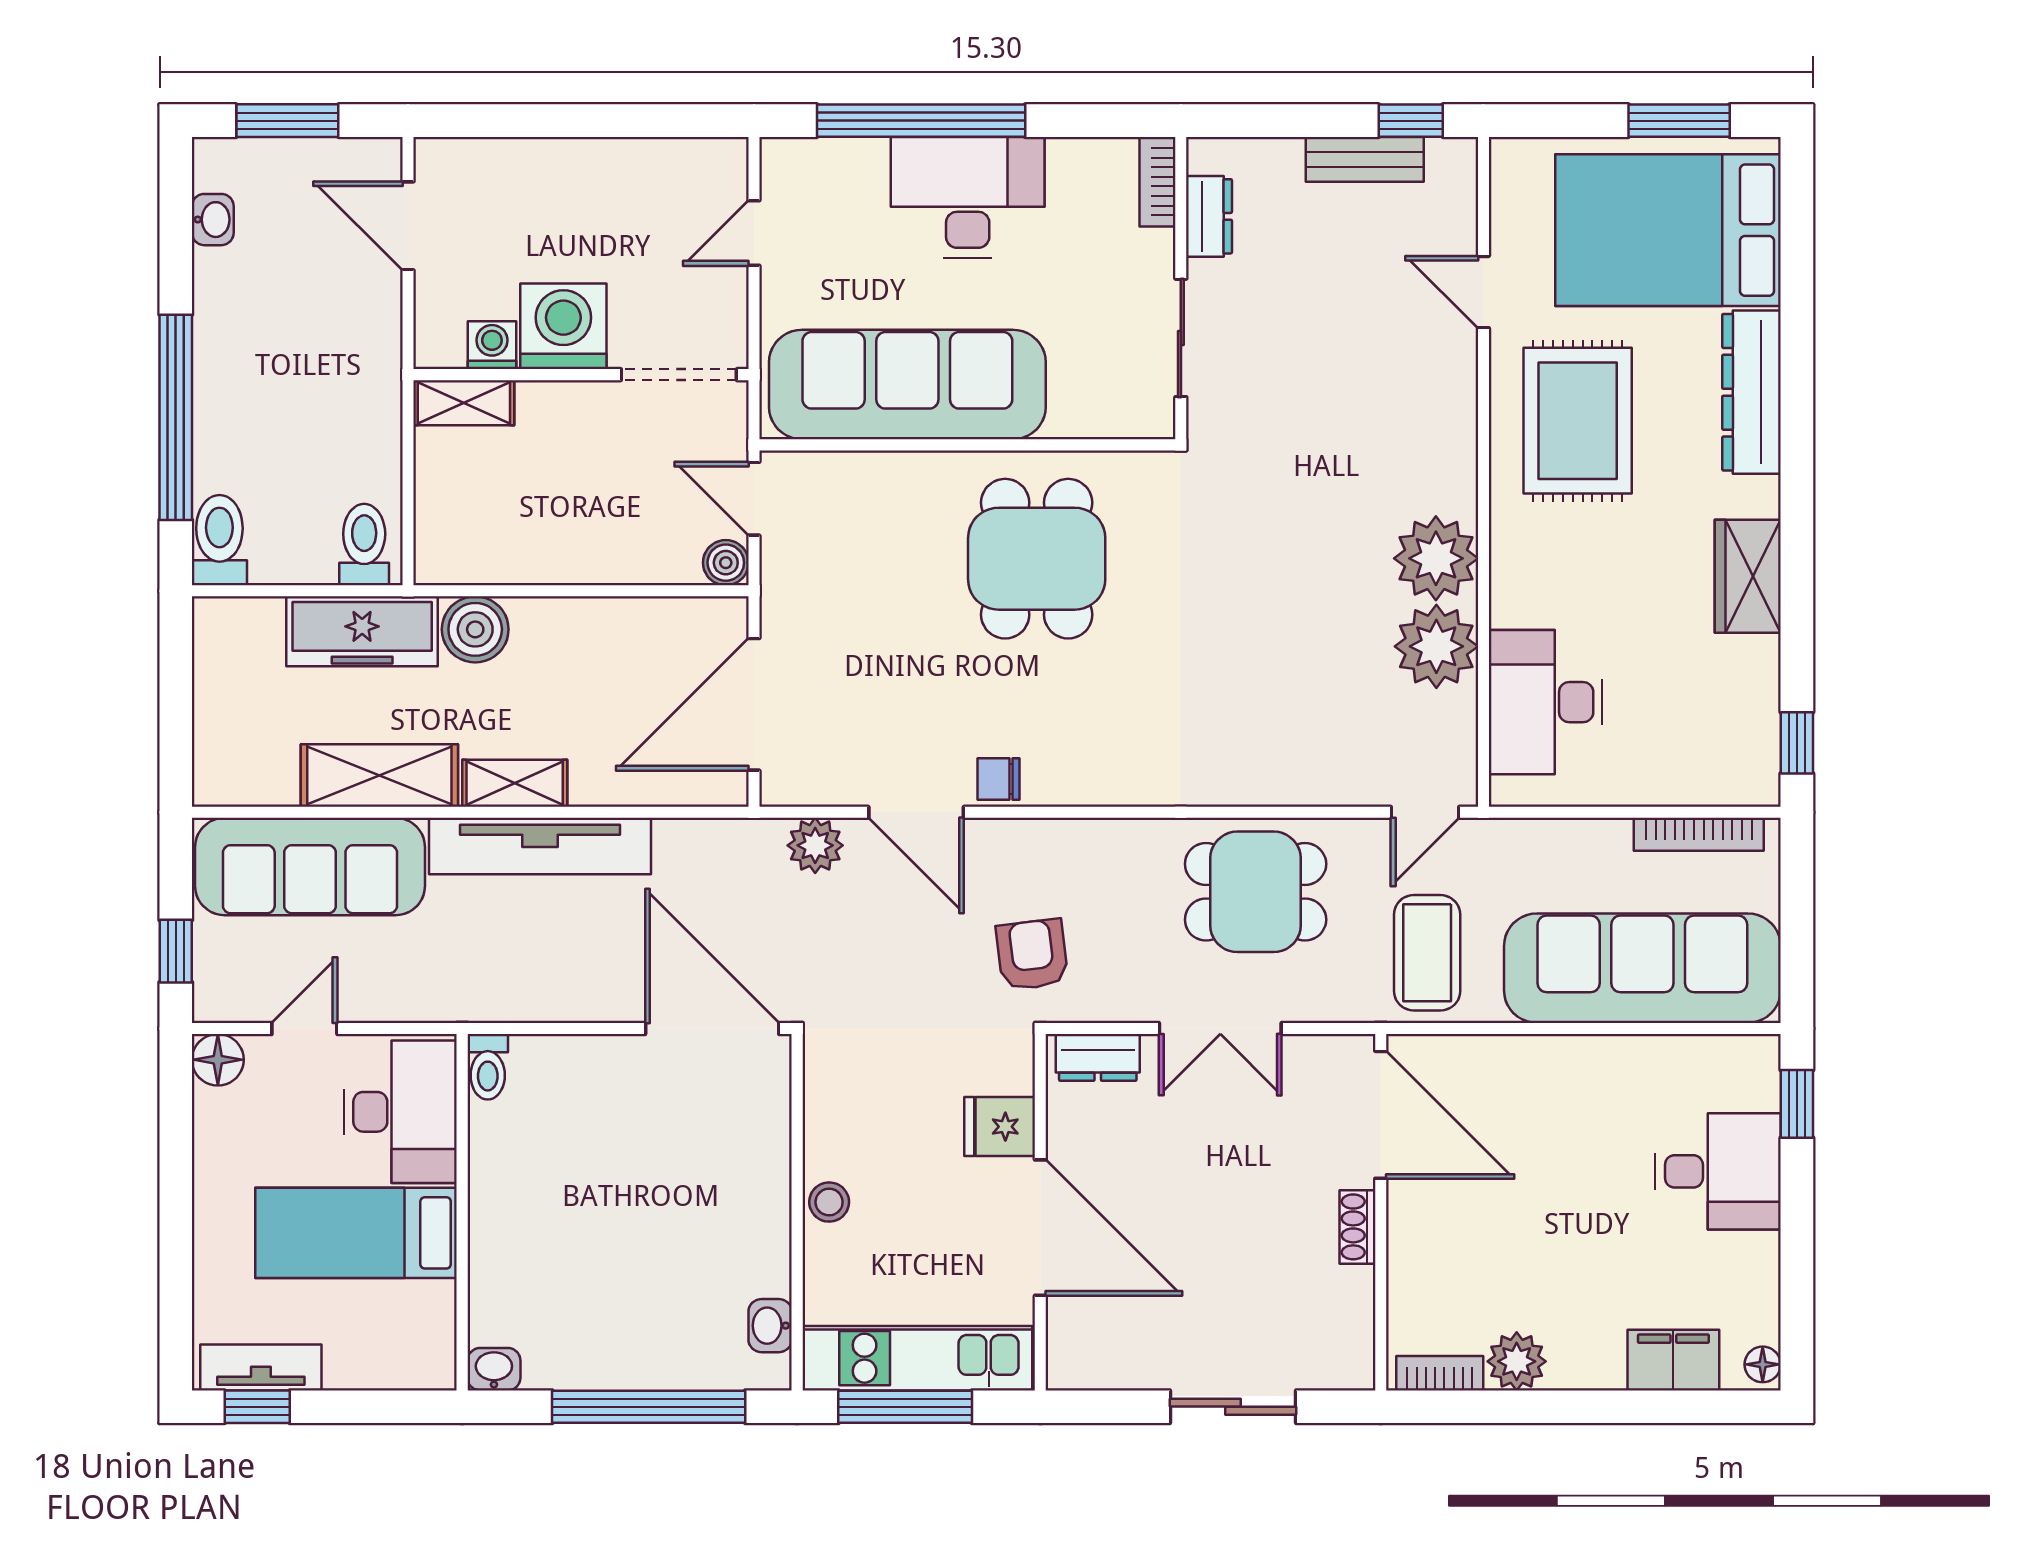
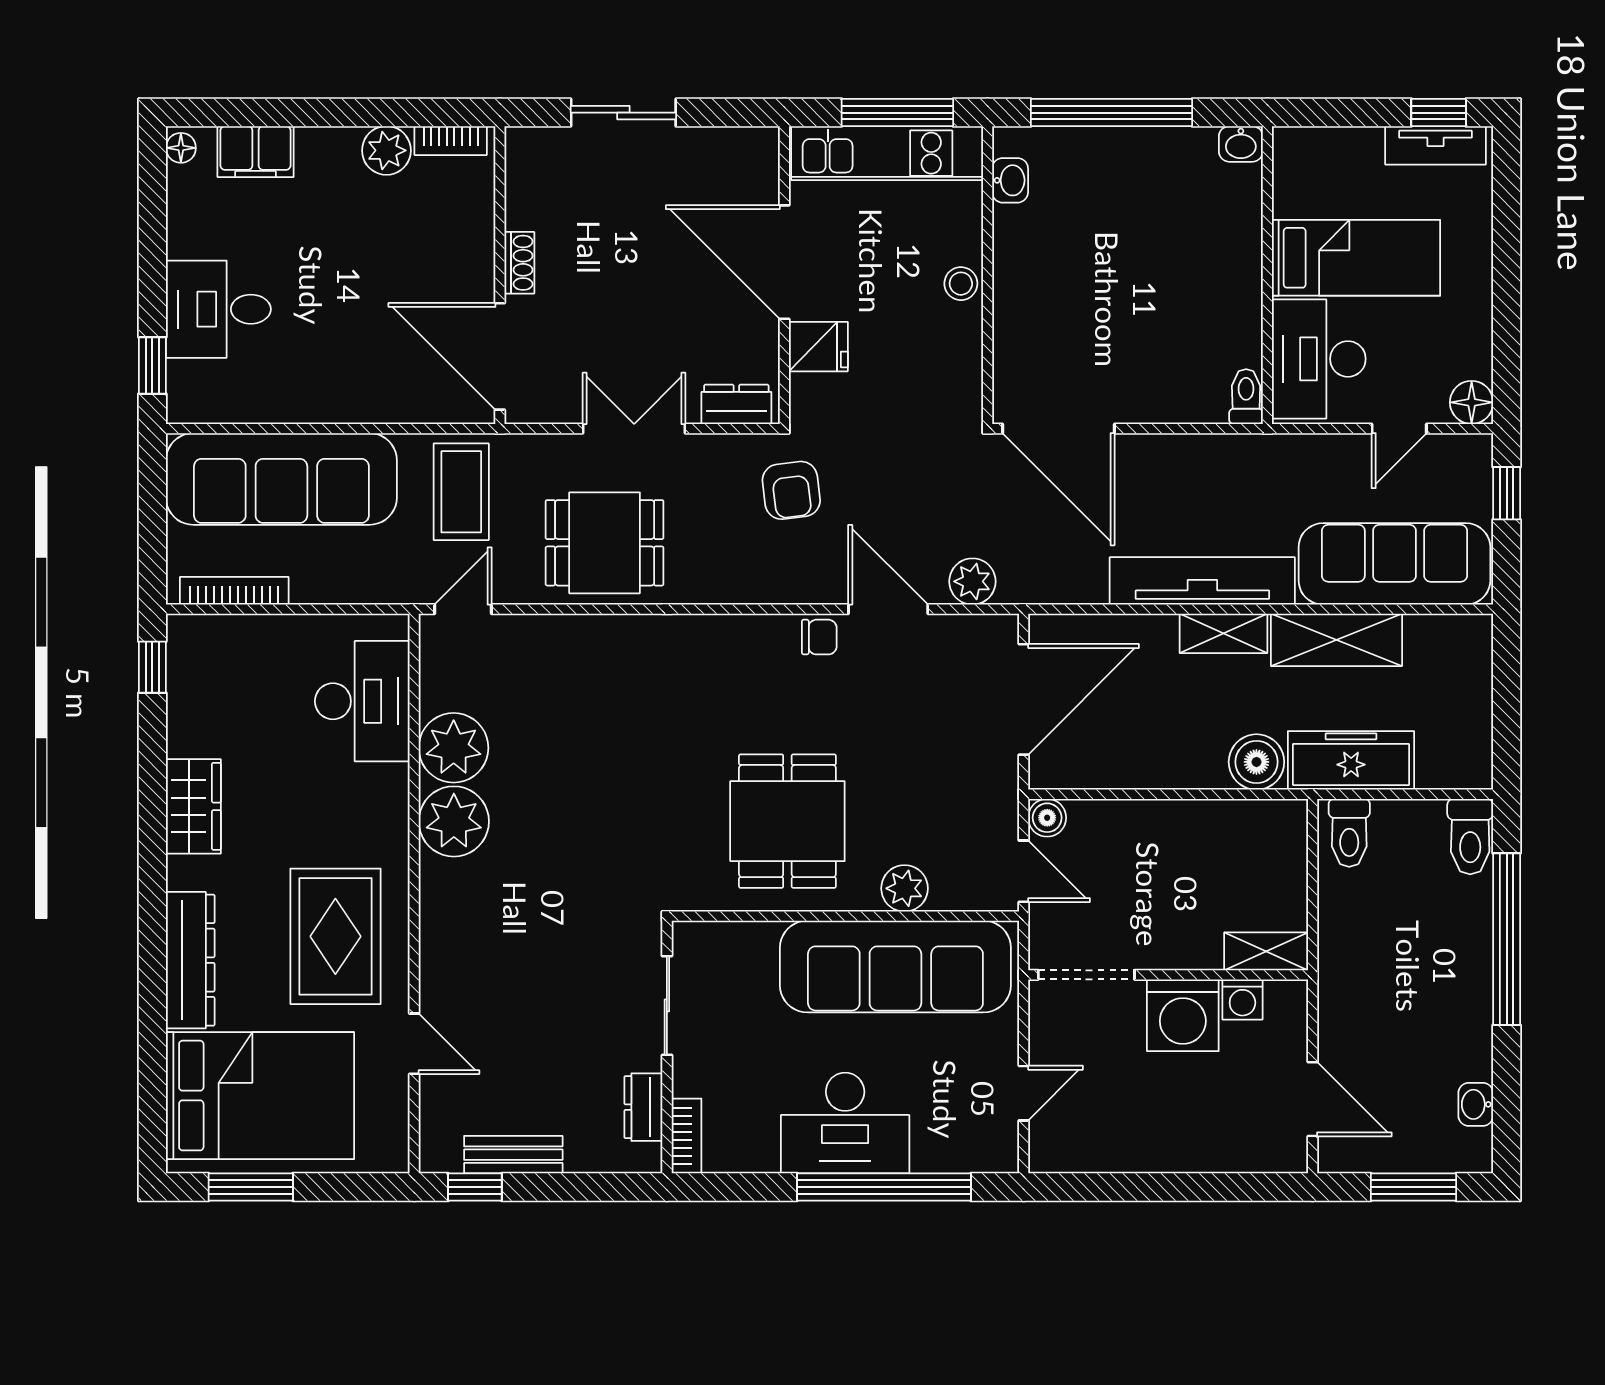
plant: (896, 478) -> (905, 888), added

